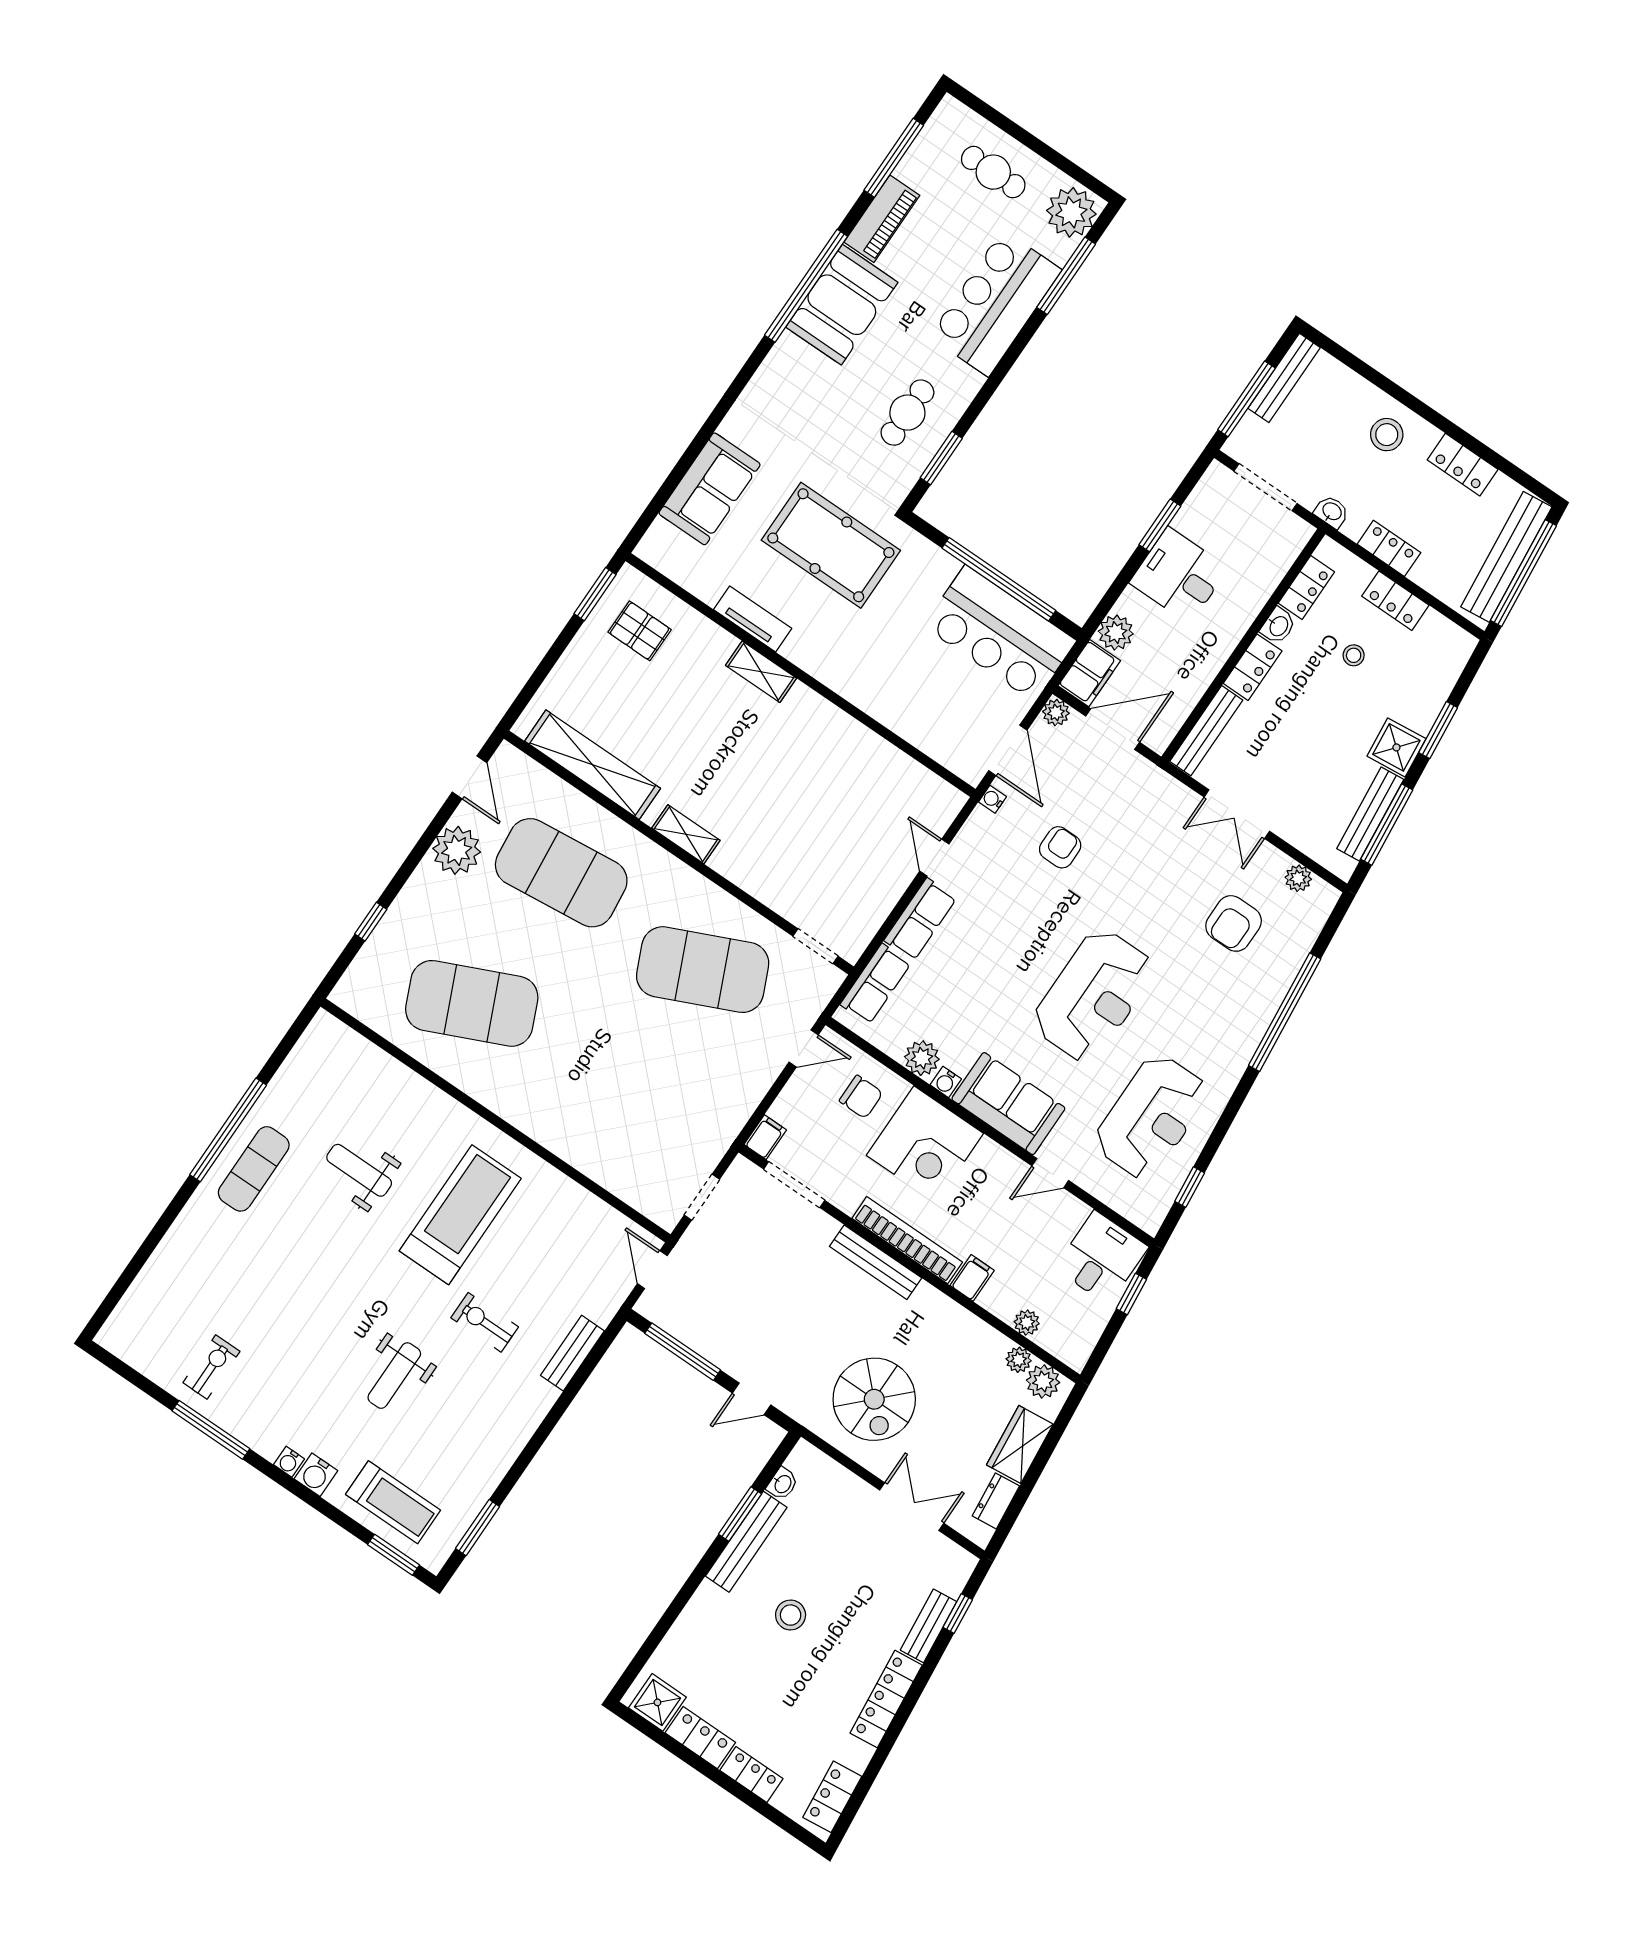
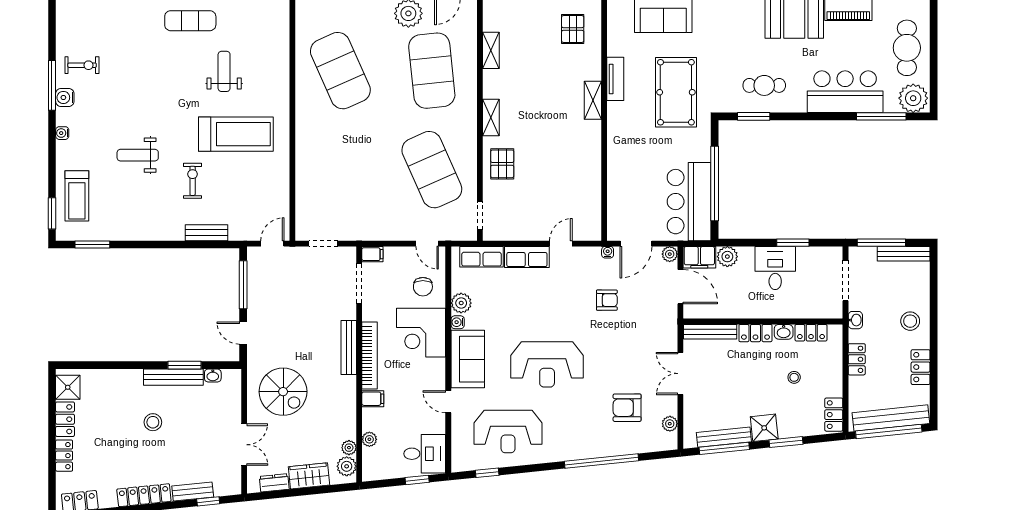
cafe table: (993, 172) -> (907, 48), width x1.37, depth x1.35
locker: (1395, 601) -> (834, 415), moved
shelving: (593, 765) -> (491, 50), width x0.45, depth x0.75
pallet: (763, 863) -> (502, 164), added
spiral stairs: (874, 1399) -> (283, 392), turned -90
water cooler: (316, 1475) -> (65, 97), moved

